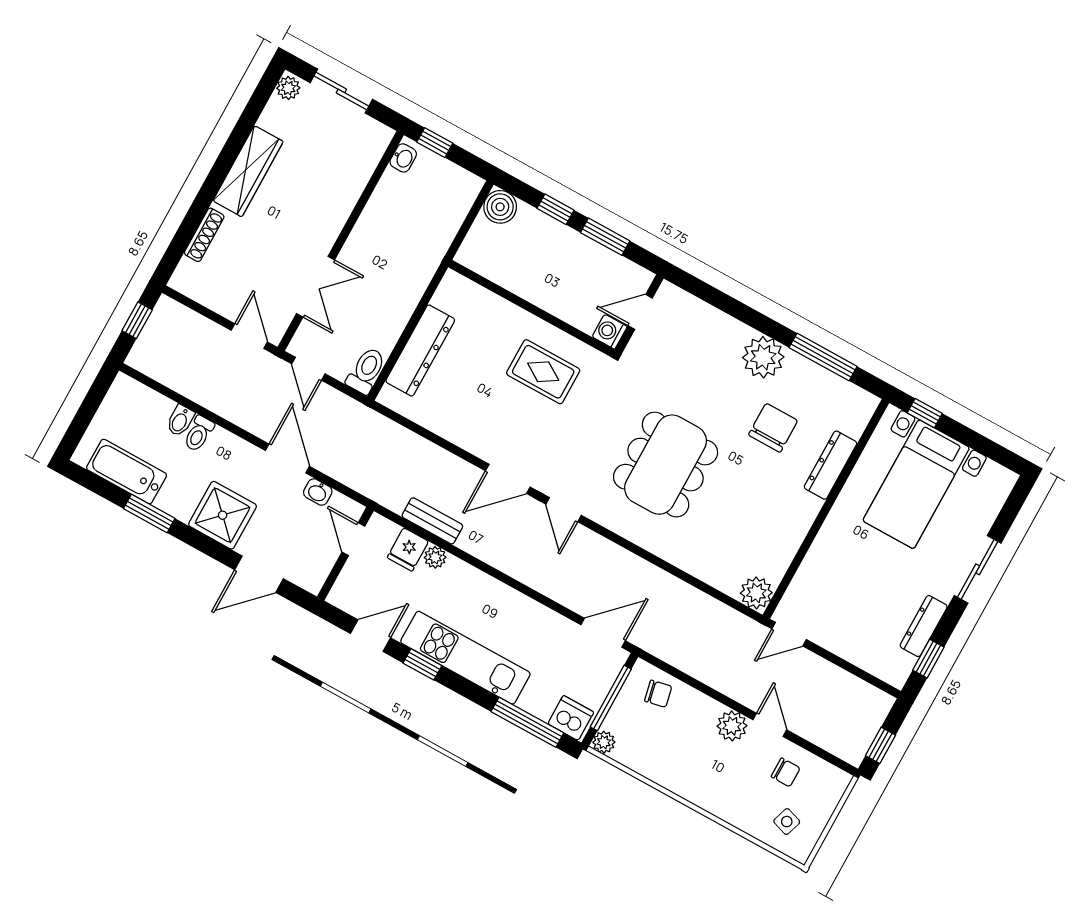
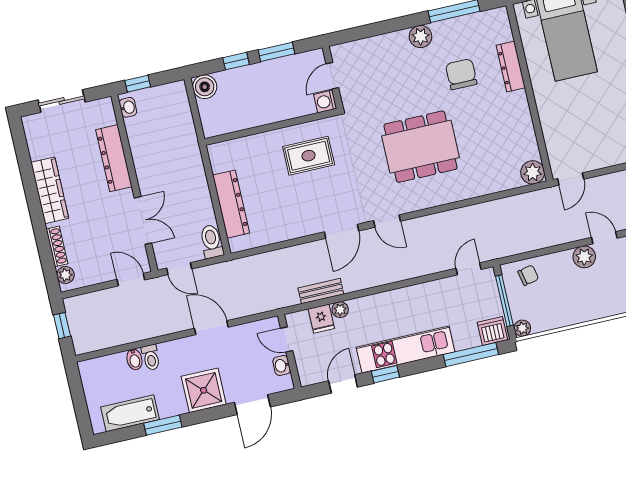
plant: (288, 88) -> (65, 275), moved
dresser: (342, 197) -> (114, 158), added
plant: (763, 357) -> (421, 37), width x0.73, depth x0.73
dining table: (666, 465) -> (421, 147), turned 90
washbasin: (318, 492) -> (282, 366), moved, turned 90
door: (603, 633) -> (469, 269), width x0.73

